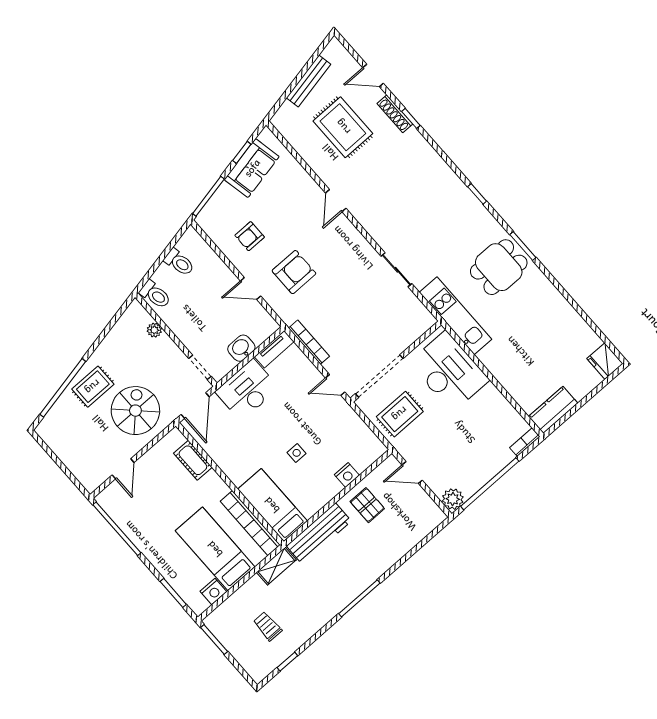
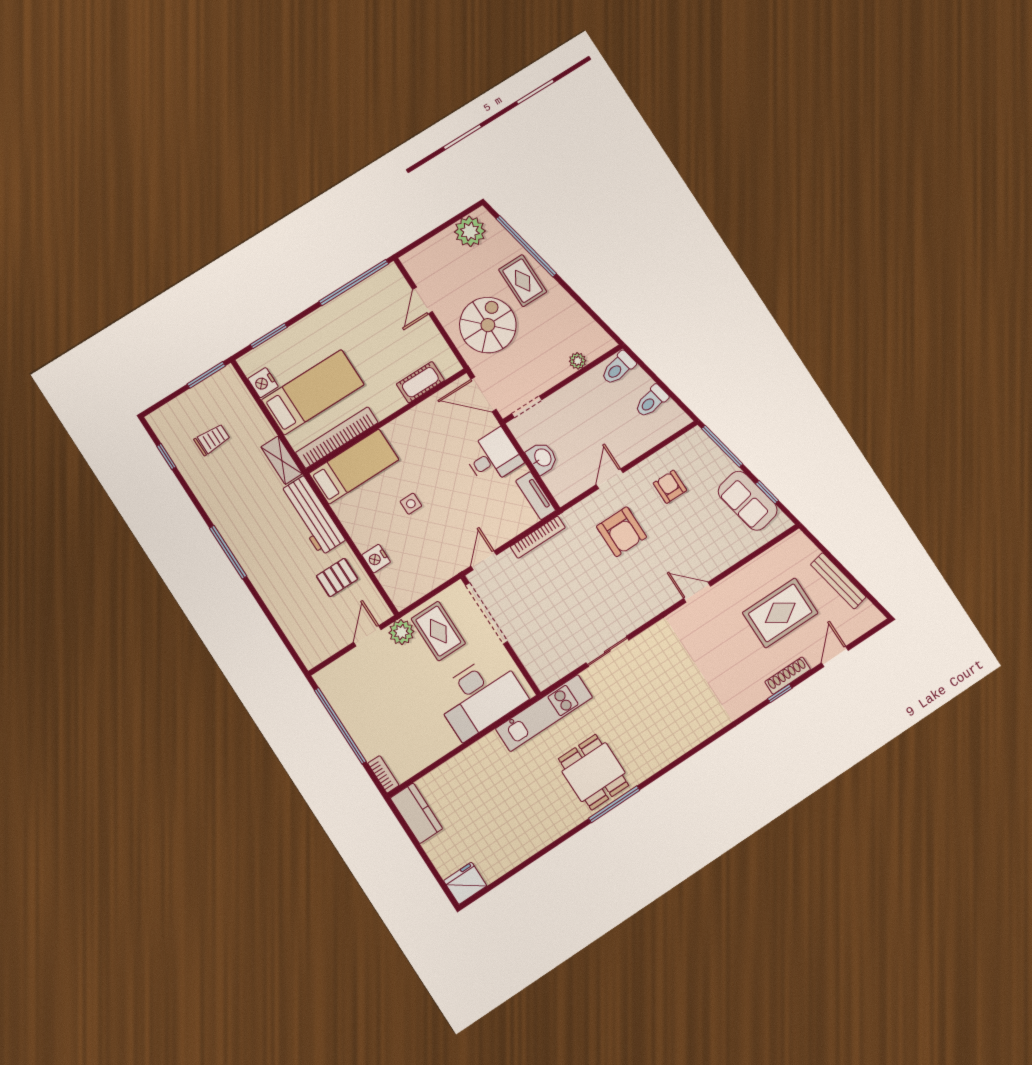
window: (477, 194) -> (682, 759), removed
window: (523, 246) -> (614, 804), width x1.44
desk: (247, 390) -> (493, 457), width x0.73
spiral stairs: (135, 411) -> (488, 325), turned -90
plant: (58, 438) -> (470, 231), added
door: (123, 469) -> (423, 300), hinge flipped
plant: (453, 499) -> (401, 632), moved

